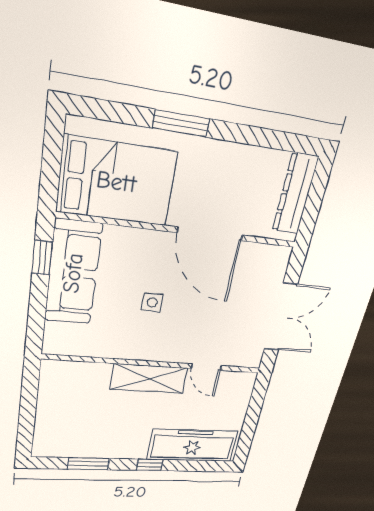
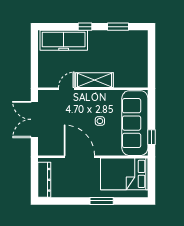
sofa: (73, 273) -> (135, 123), width x1.36, depth x1.27
door: (206, 367) -> (66, 89), hinge flipped

